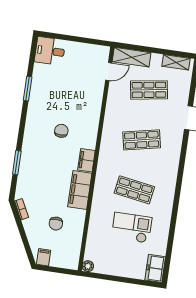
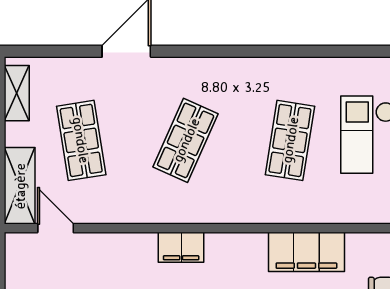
shop shelf: (142, 140) -> (186, 140), turned 36
filing cabinet: (86, 160) -> (181, 247), moved

